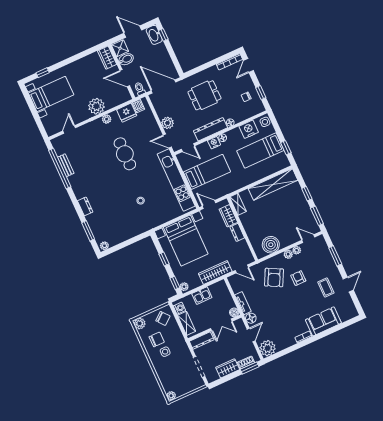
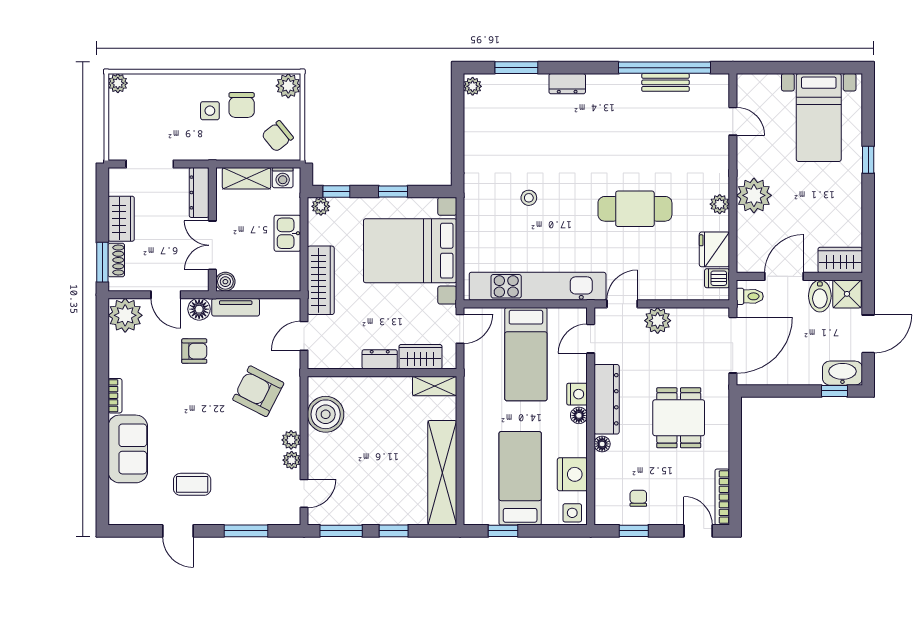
window: (43, 73) -> (868, 160), moved
armchair: (298, 278) -> (194, 351), moved

